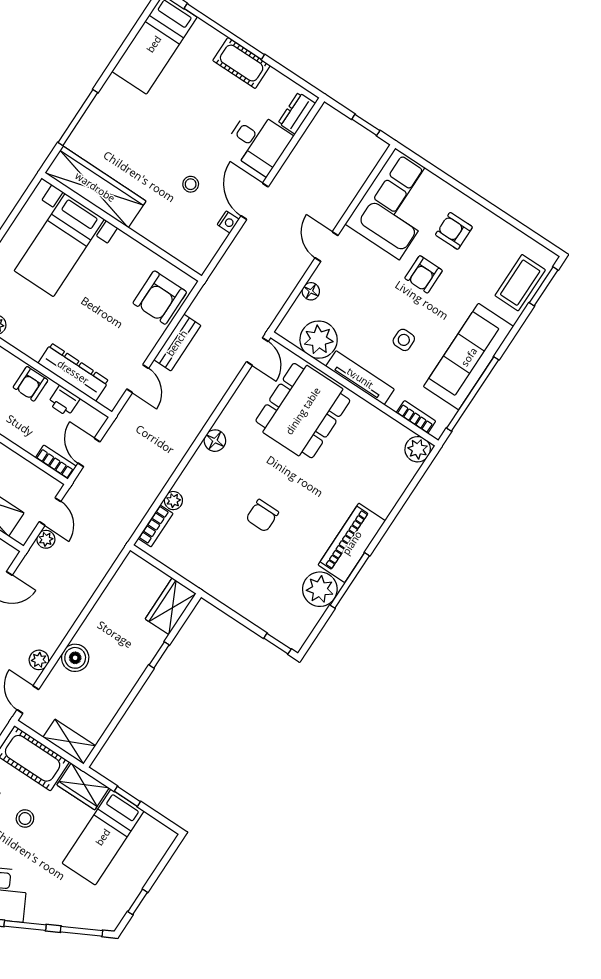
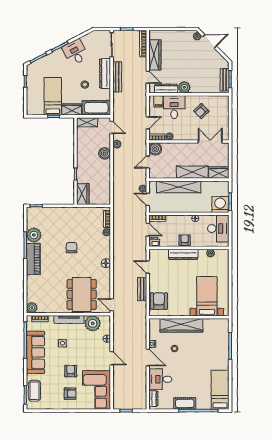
wardrobe: (95, 187) -> (181, 325), moved
dresser: (73, 372) -> (183, 254), moved
printer: (64, 401) -> (154, 242), moved

